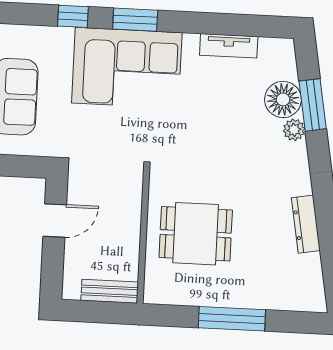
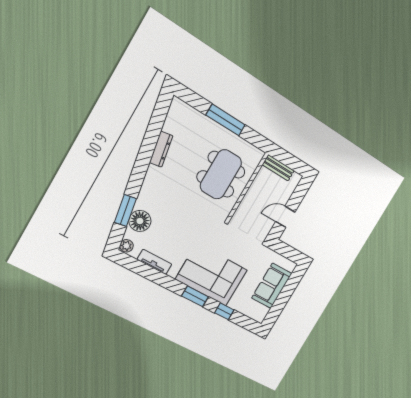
plant: (294, 130) -> (126, 246), moved
dining table: (196, 234) -> (221, 174), width x1.38

